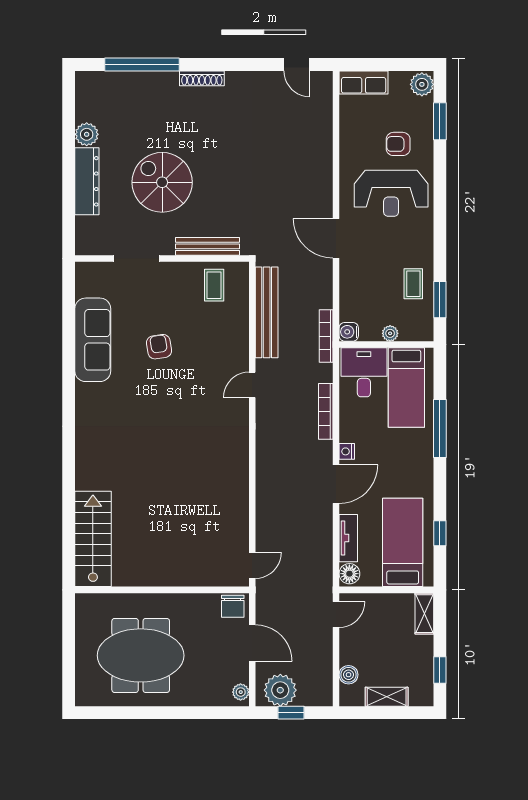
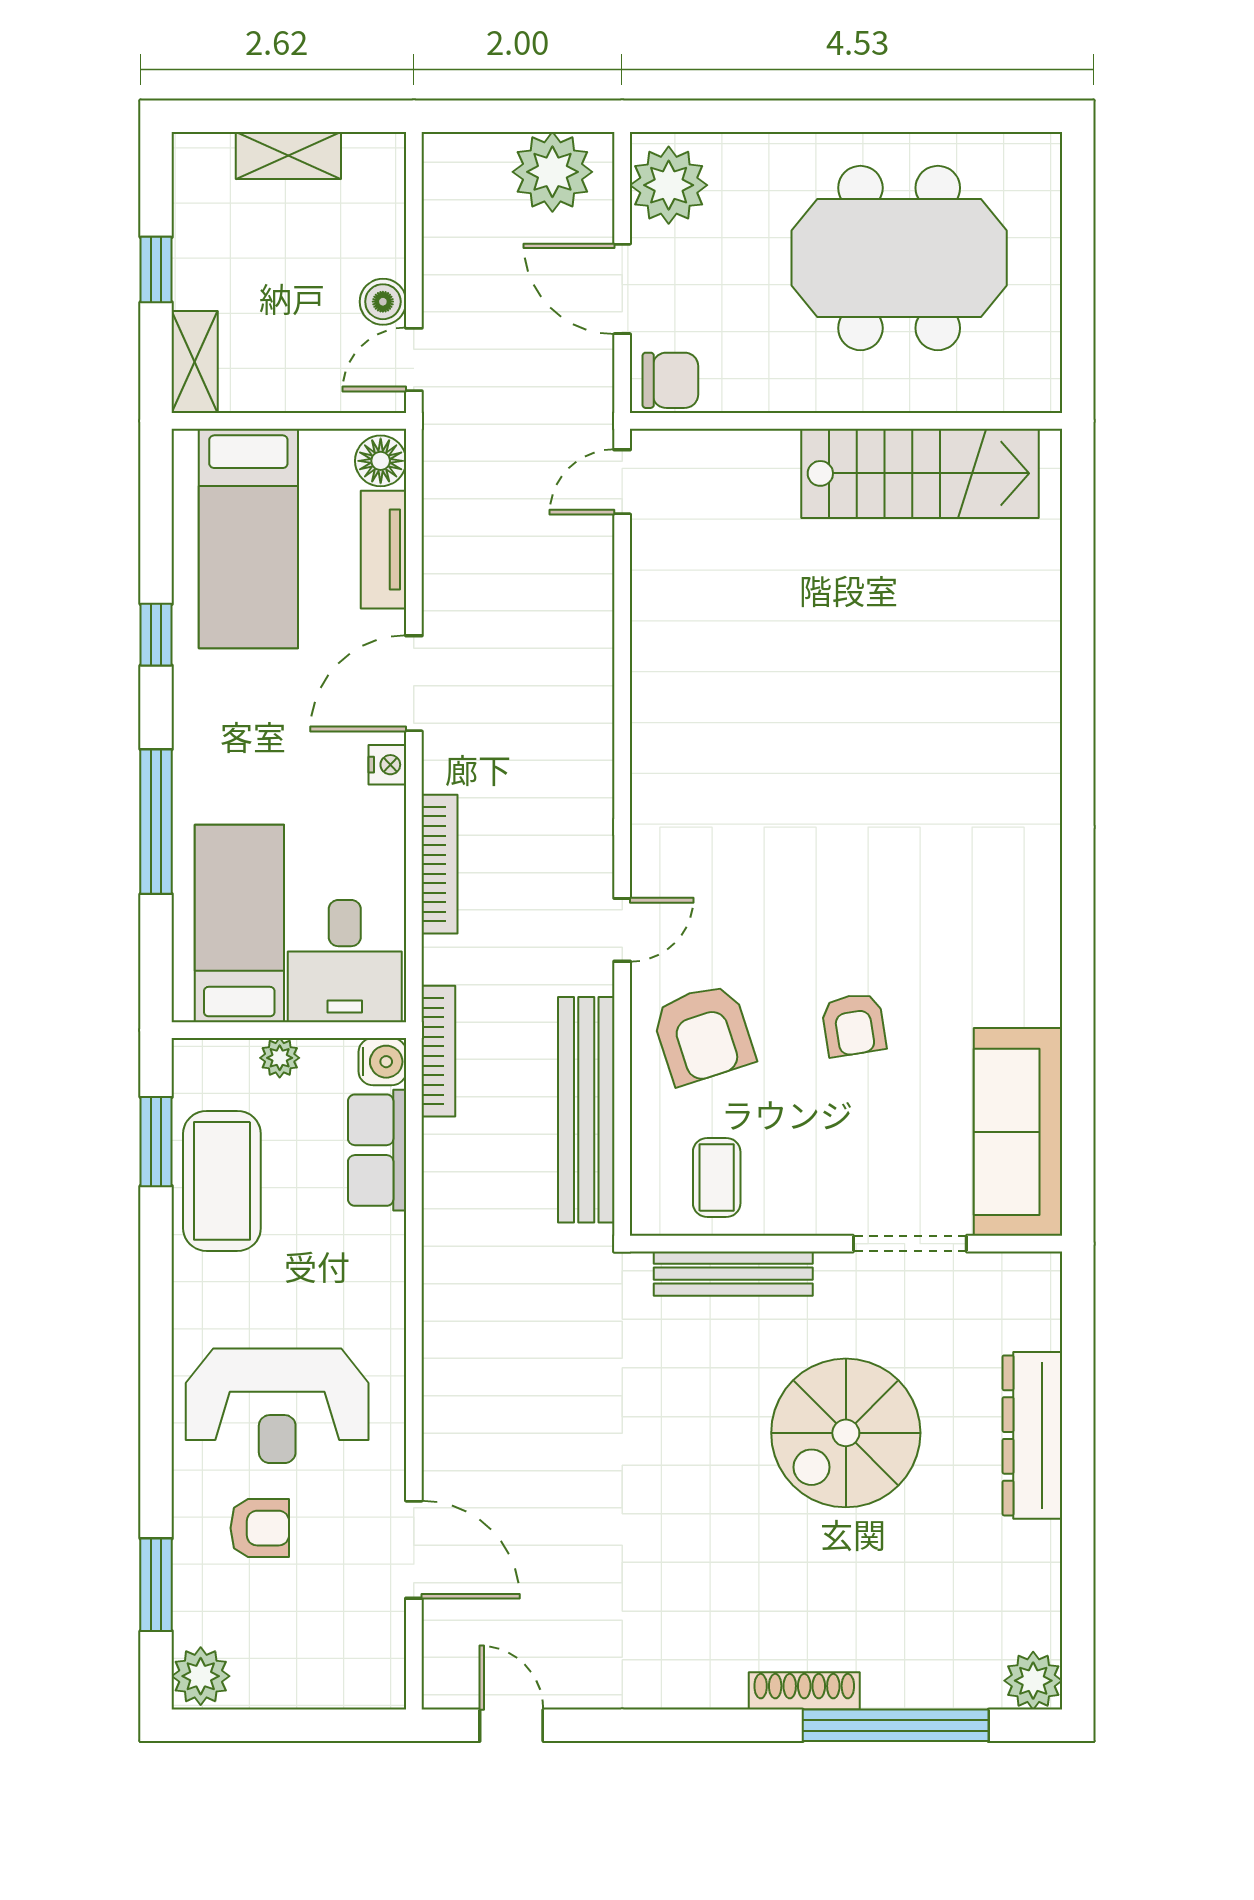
shoe rack: (202, 78) -> (804, 1691), moved
row of seats: (364, 83) -> (377, 1150), moved, turned -90
plant: (87, 134) -> (1033, 1681), moved
spiral stairs: (162, 182) -> (846, 1433), turned 90
reception desk: (391, 193) -> (277, 1406), turned 180
door: (336, 238) -> (414, 1550), moved
coffee table: (413, 284) -> (222, 1181), width x1.86, depth x1.72
sofa: (93, 340) -> (1018, 1132), moved
armchair: (220, 343) -> (703, 1034), added
window: (440, 533) -> (156, 635), moved
stairs: (93, 539) -> (920, 473), moved, turned -90
chair: (233, 606) -> (670, 380), turned 90
window: (440, 670) -> (156, 270), moved
boiler: (349, 675) -> (383, 302), moved
plant: (241, 692) -> (669, 185), width x1.88, depth x1.88
window: (291, 713) -> (526, 116), removed

